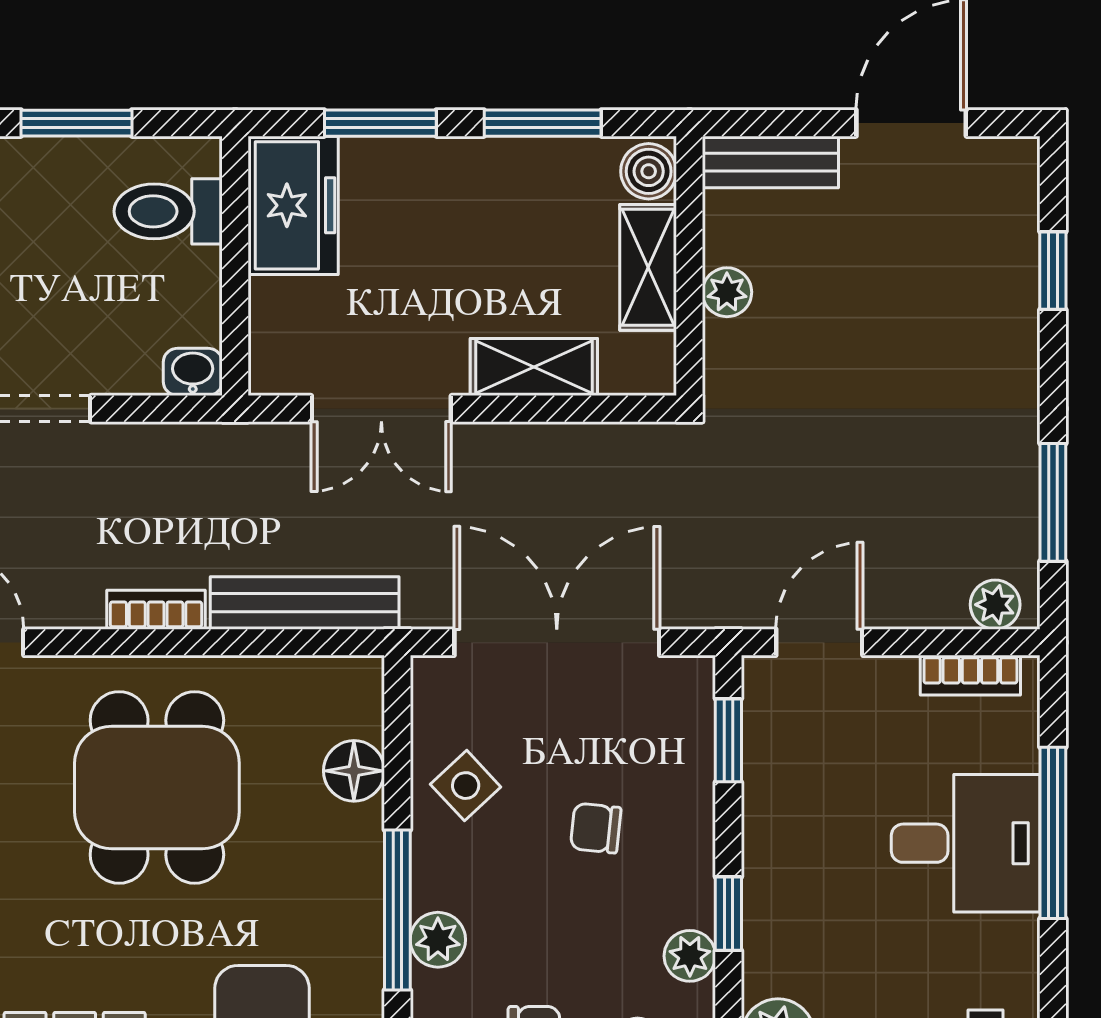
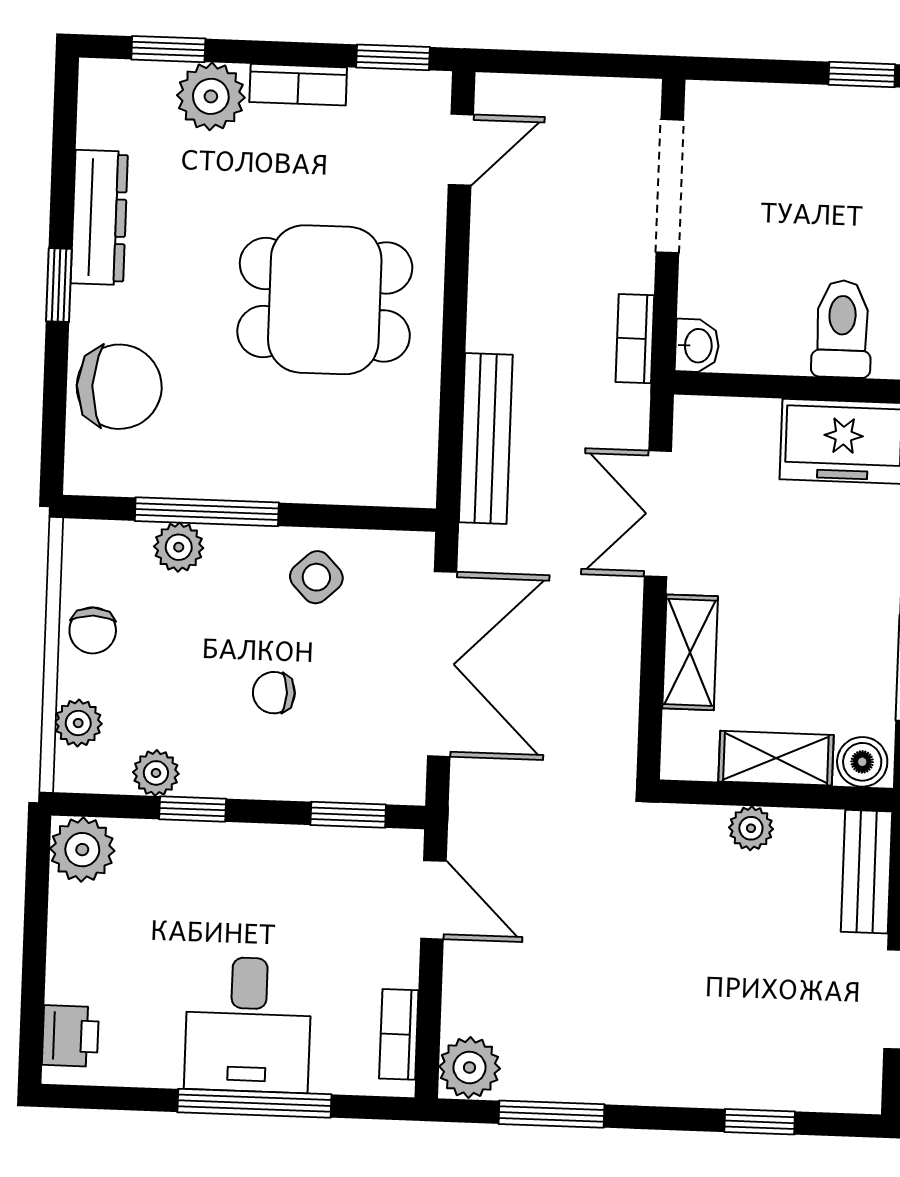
plant: (995, 605) -> (470, 1068), width x1.38, depth x1.38
bookcase: (156, 610) -> (635, 339), moved, turned 180
floor lamp: (354, 771) -> (333, 477), removed
chair: (596, 828) -> (274, 693), turned -96

